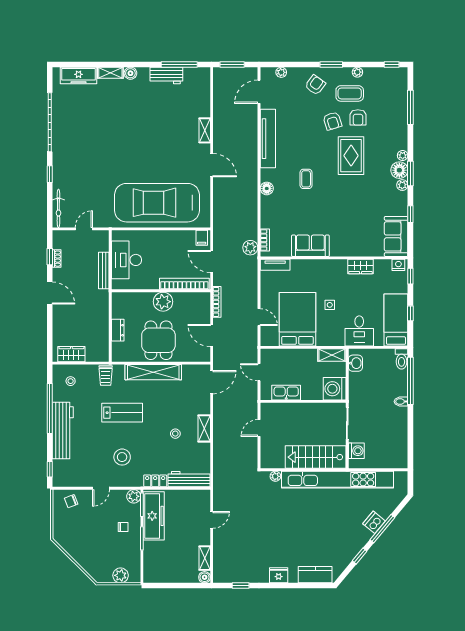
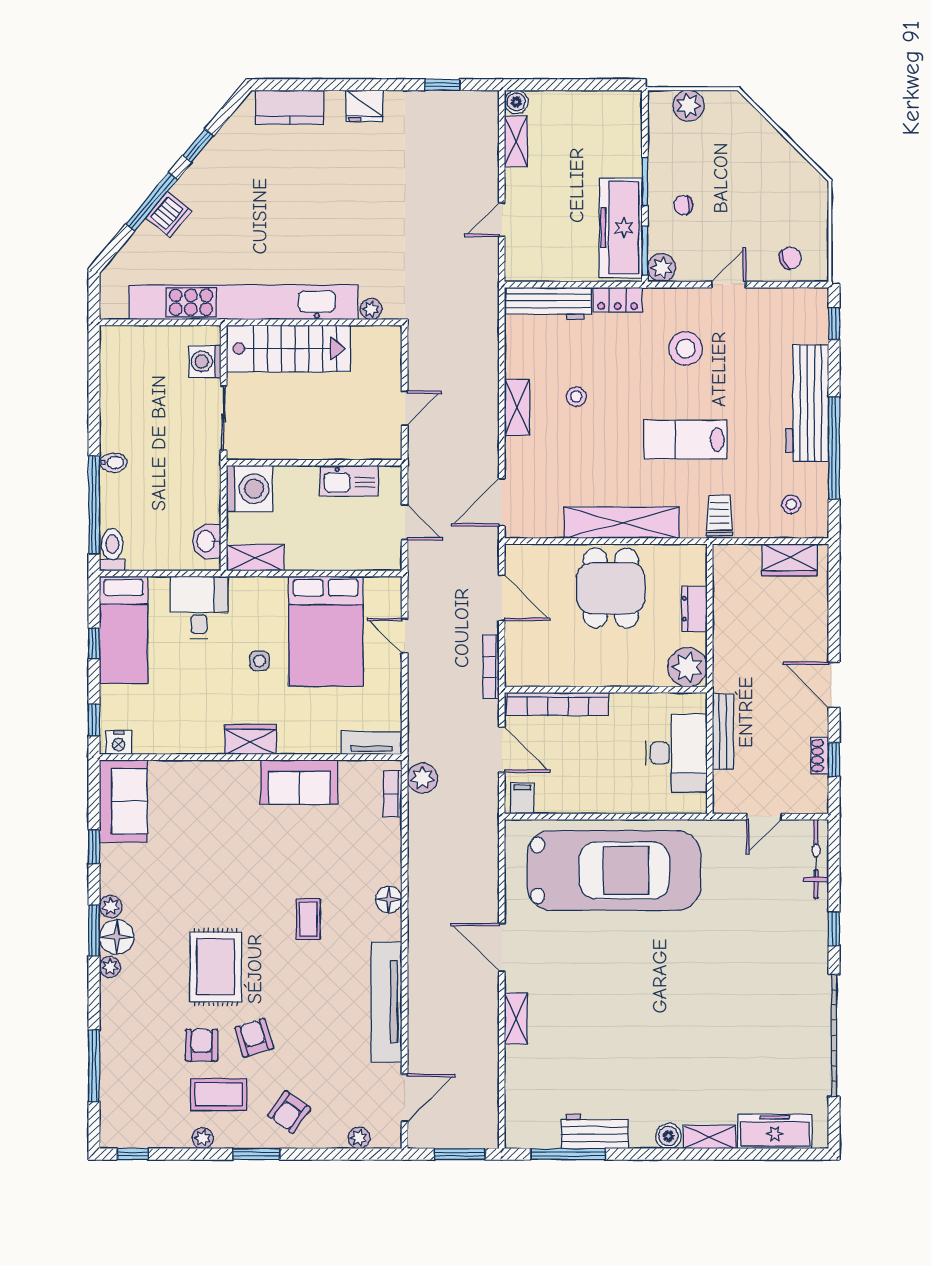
wardrobe: (361, 267) -> (250, 739), moved
plant: (163, 302) -> (687, 667), moved

